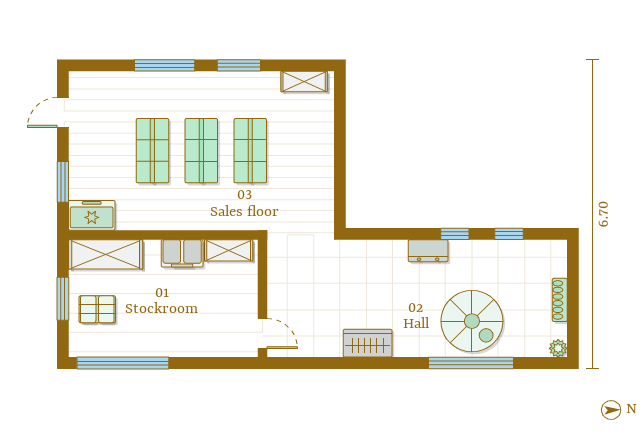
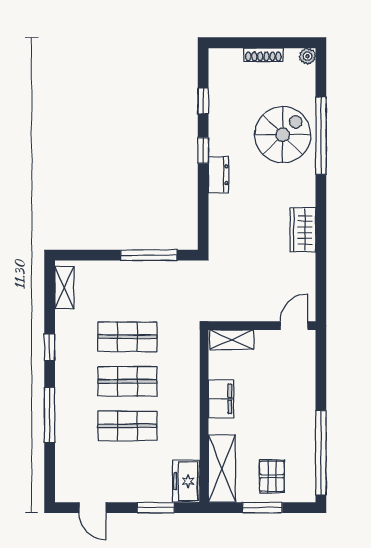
window: (239, 65) -> (50, 347), width x0.67
window: (340, 174) -> (149, 255), added
shelving: (229, 250) -> (232, 340), moved, turned 90

